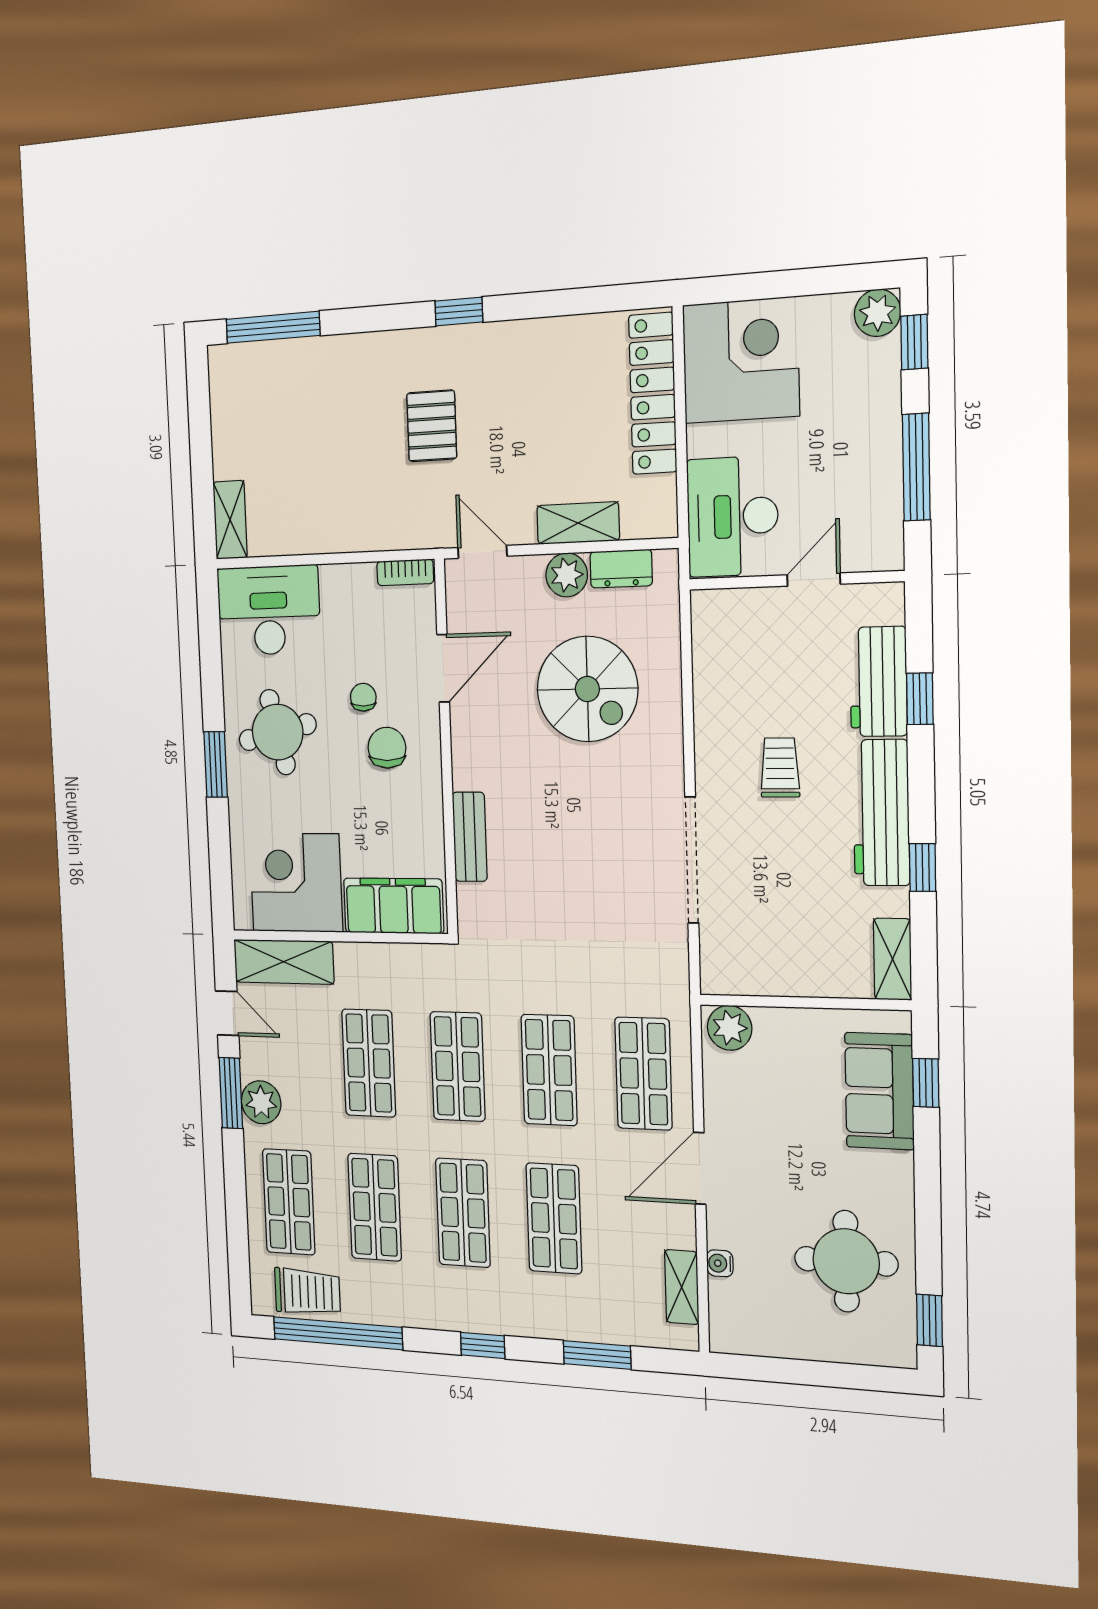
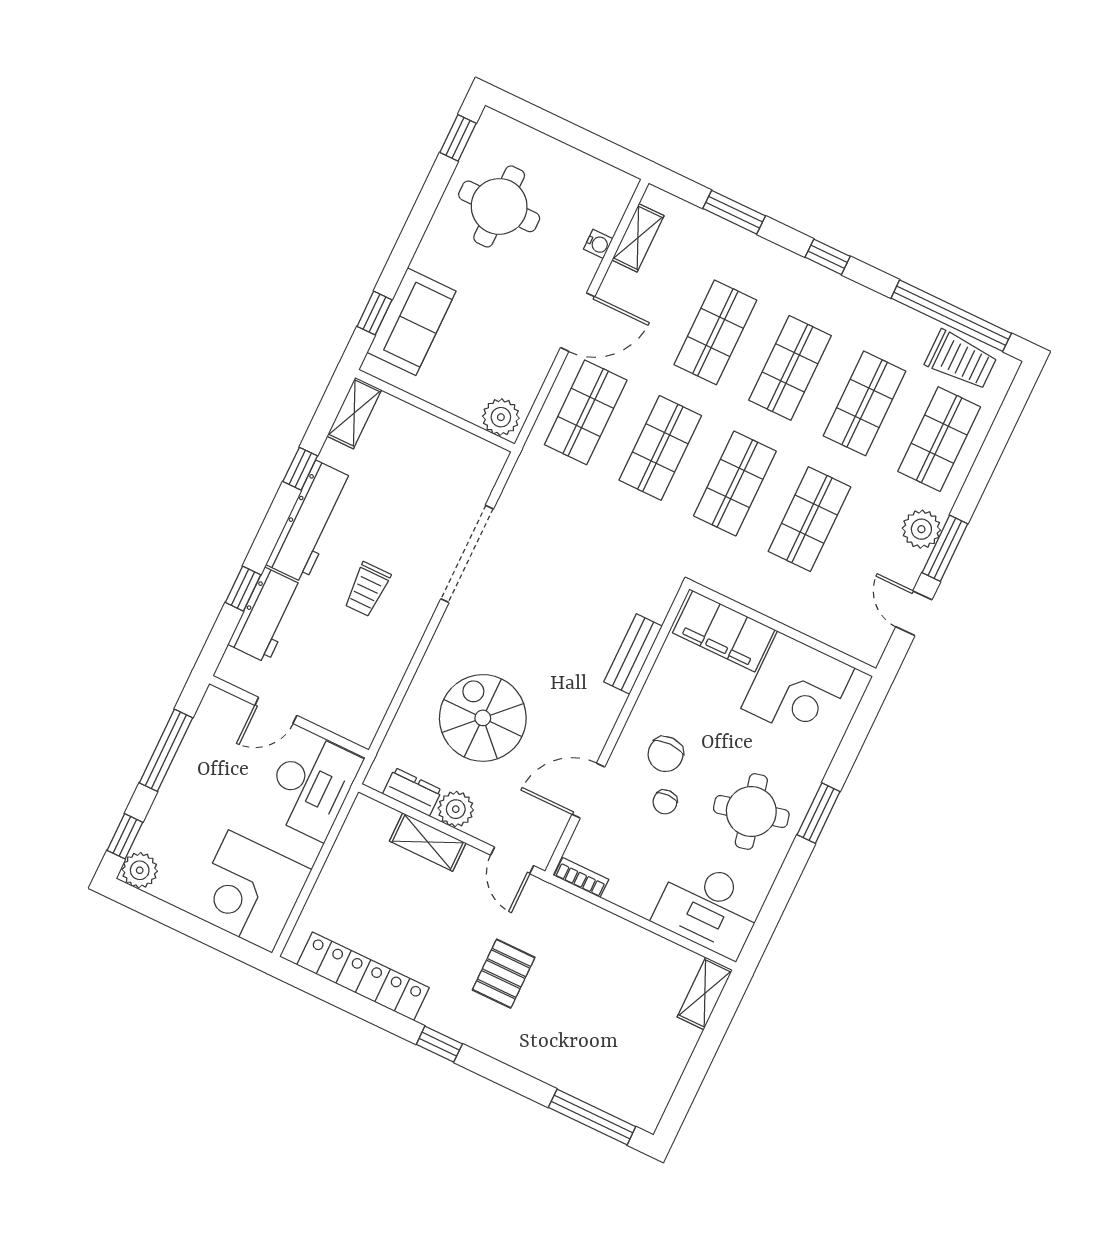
locker: (653, 394) -> (363, 976), moved, turned -90
shelving: (284, 962) -> (841, 631), removed
trolley: (307, 1292) -> (961, 360), turned 180

